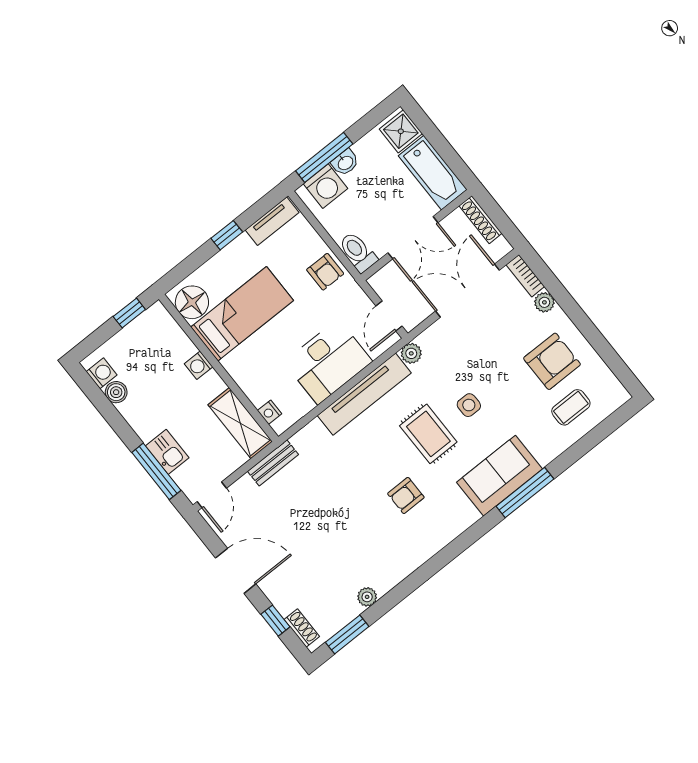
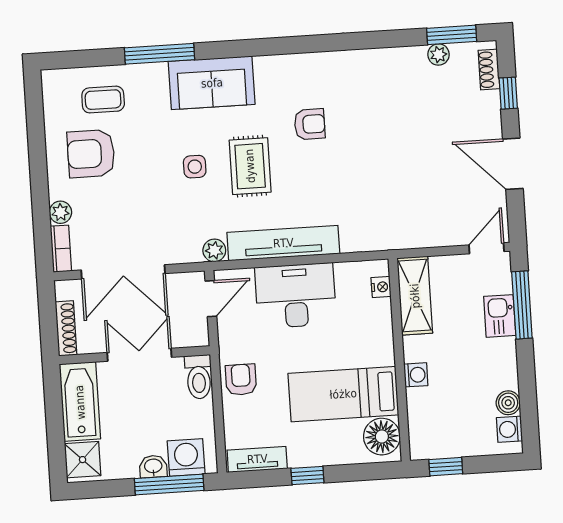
bench: (273, 463) -> (410, 238), removed
window: (525, 493) -> (159, 54), moved
plant: (367, 597) -> (438, 55), moved

